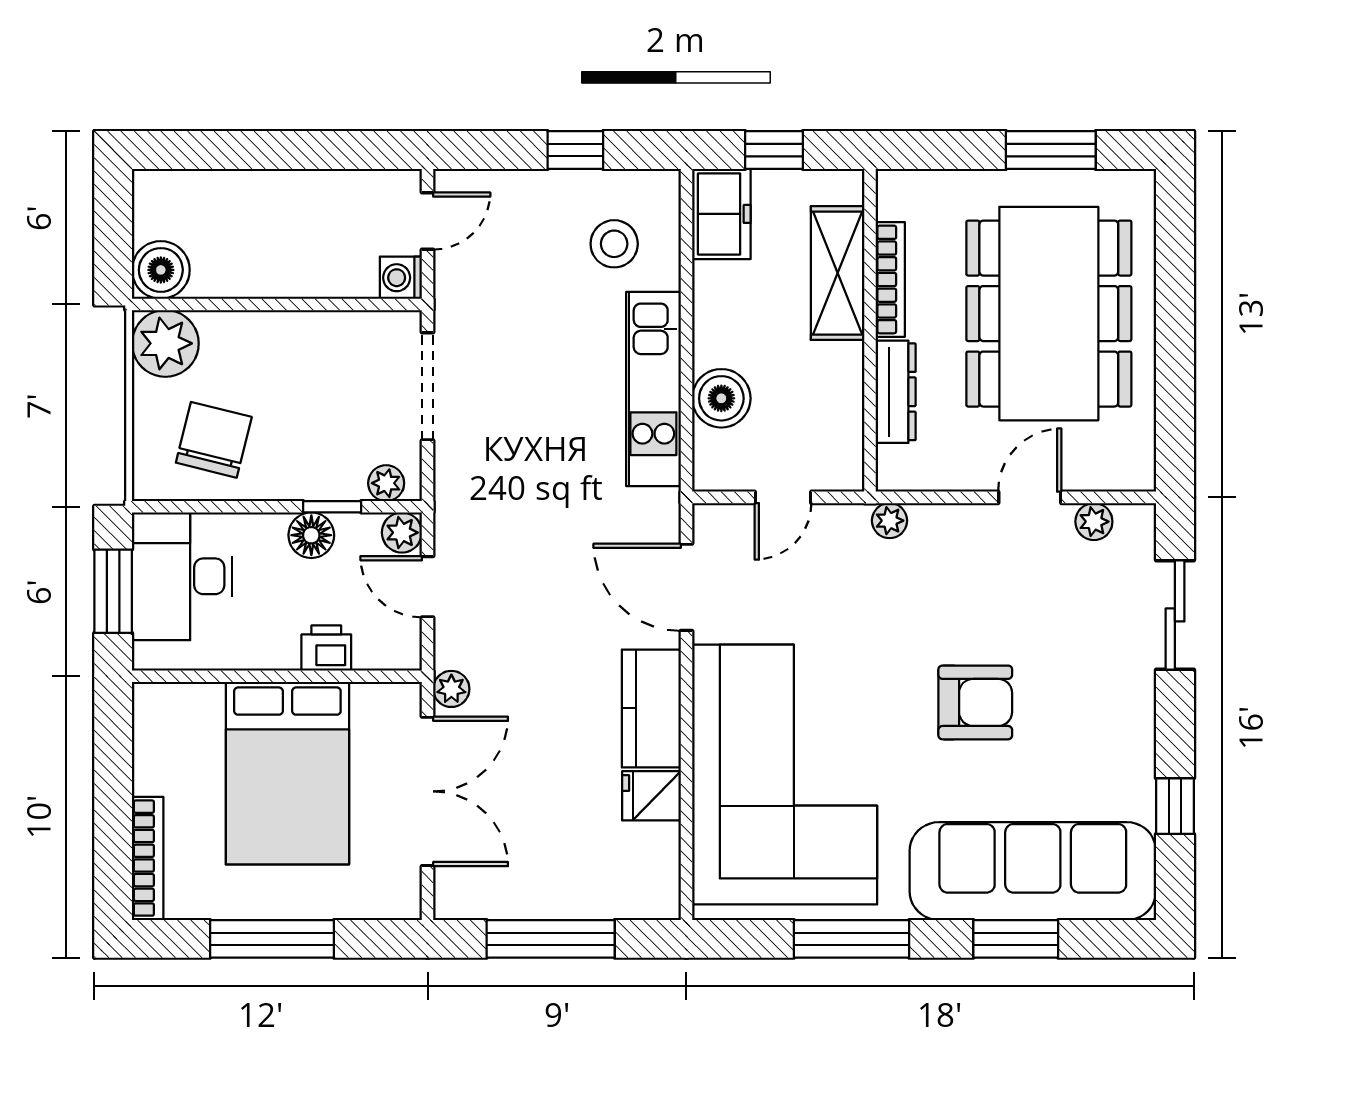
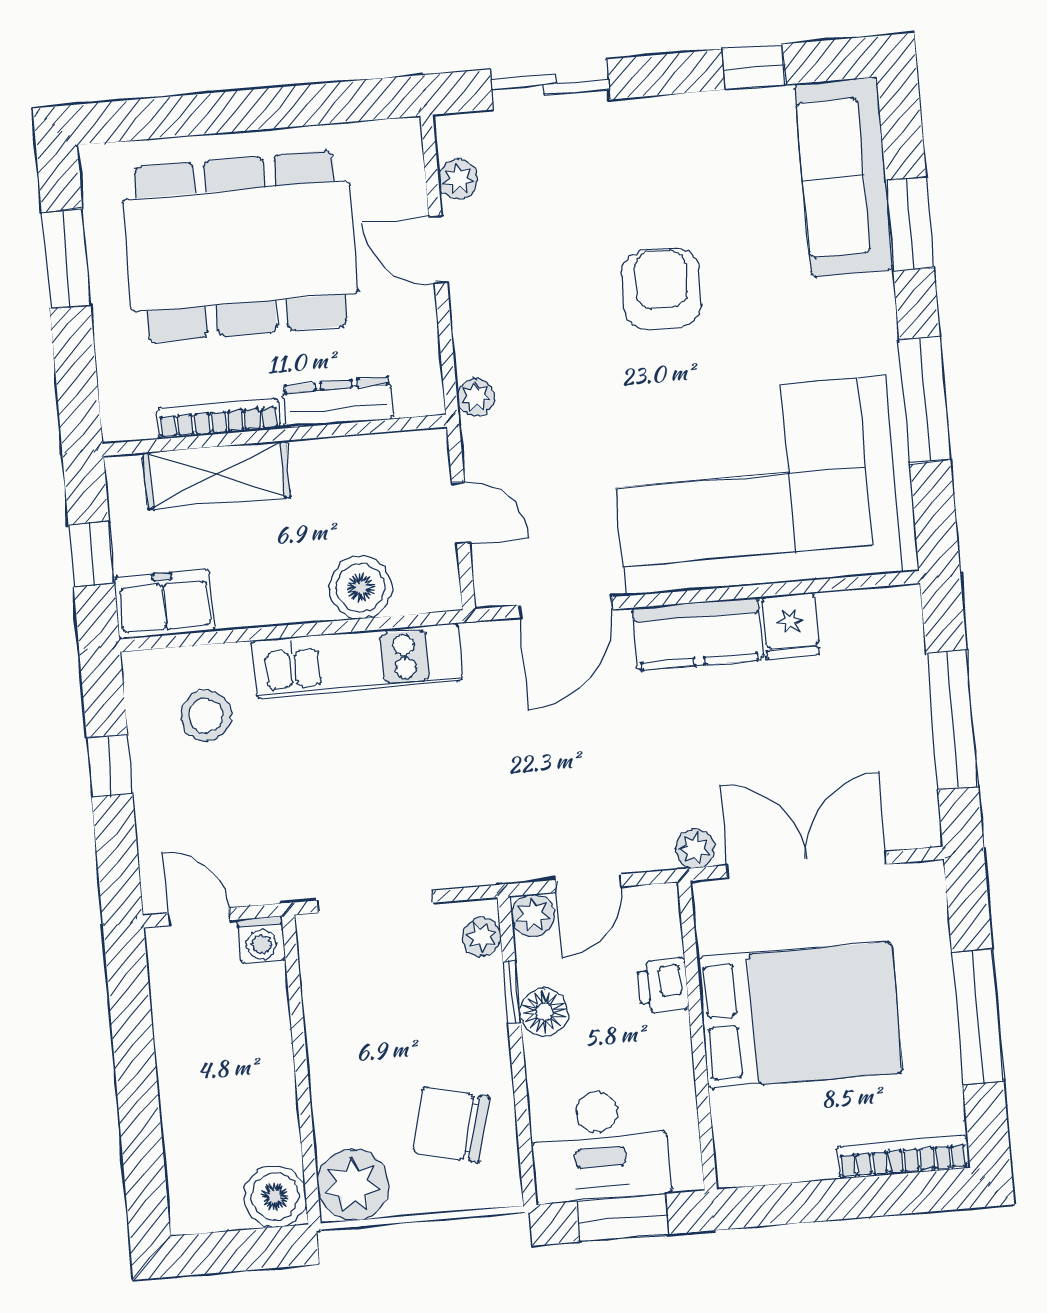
sofa: (1033, 871) -> (844, 177), width x0.74, depth x0.79

